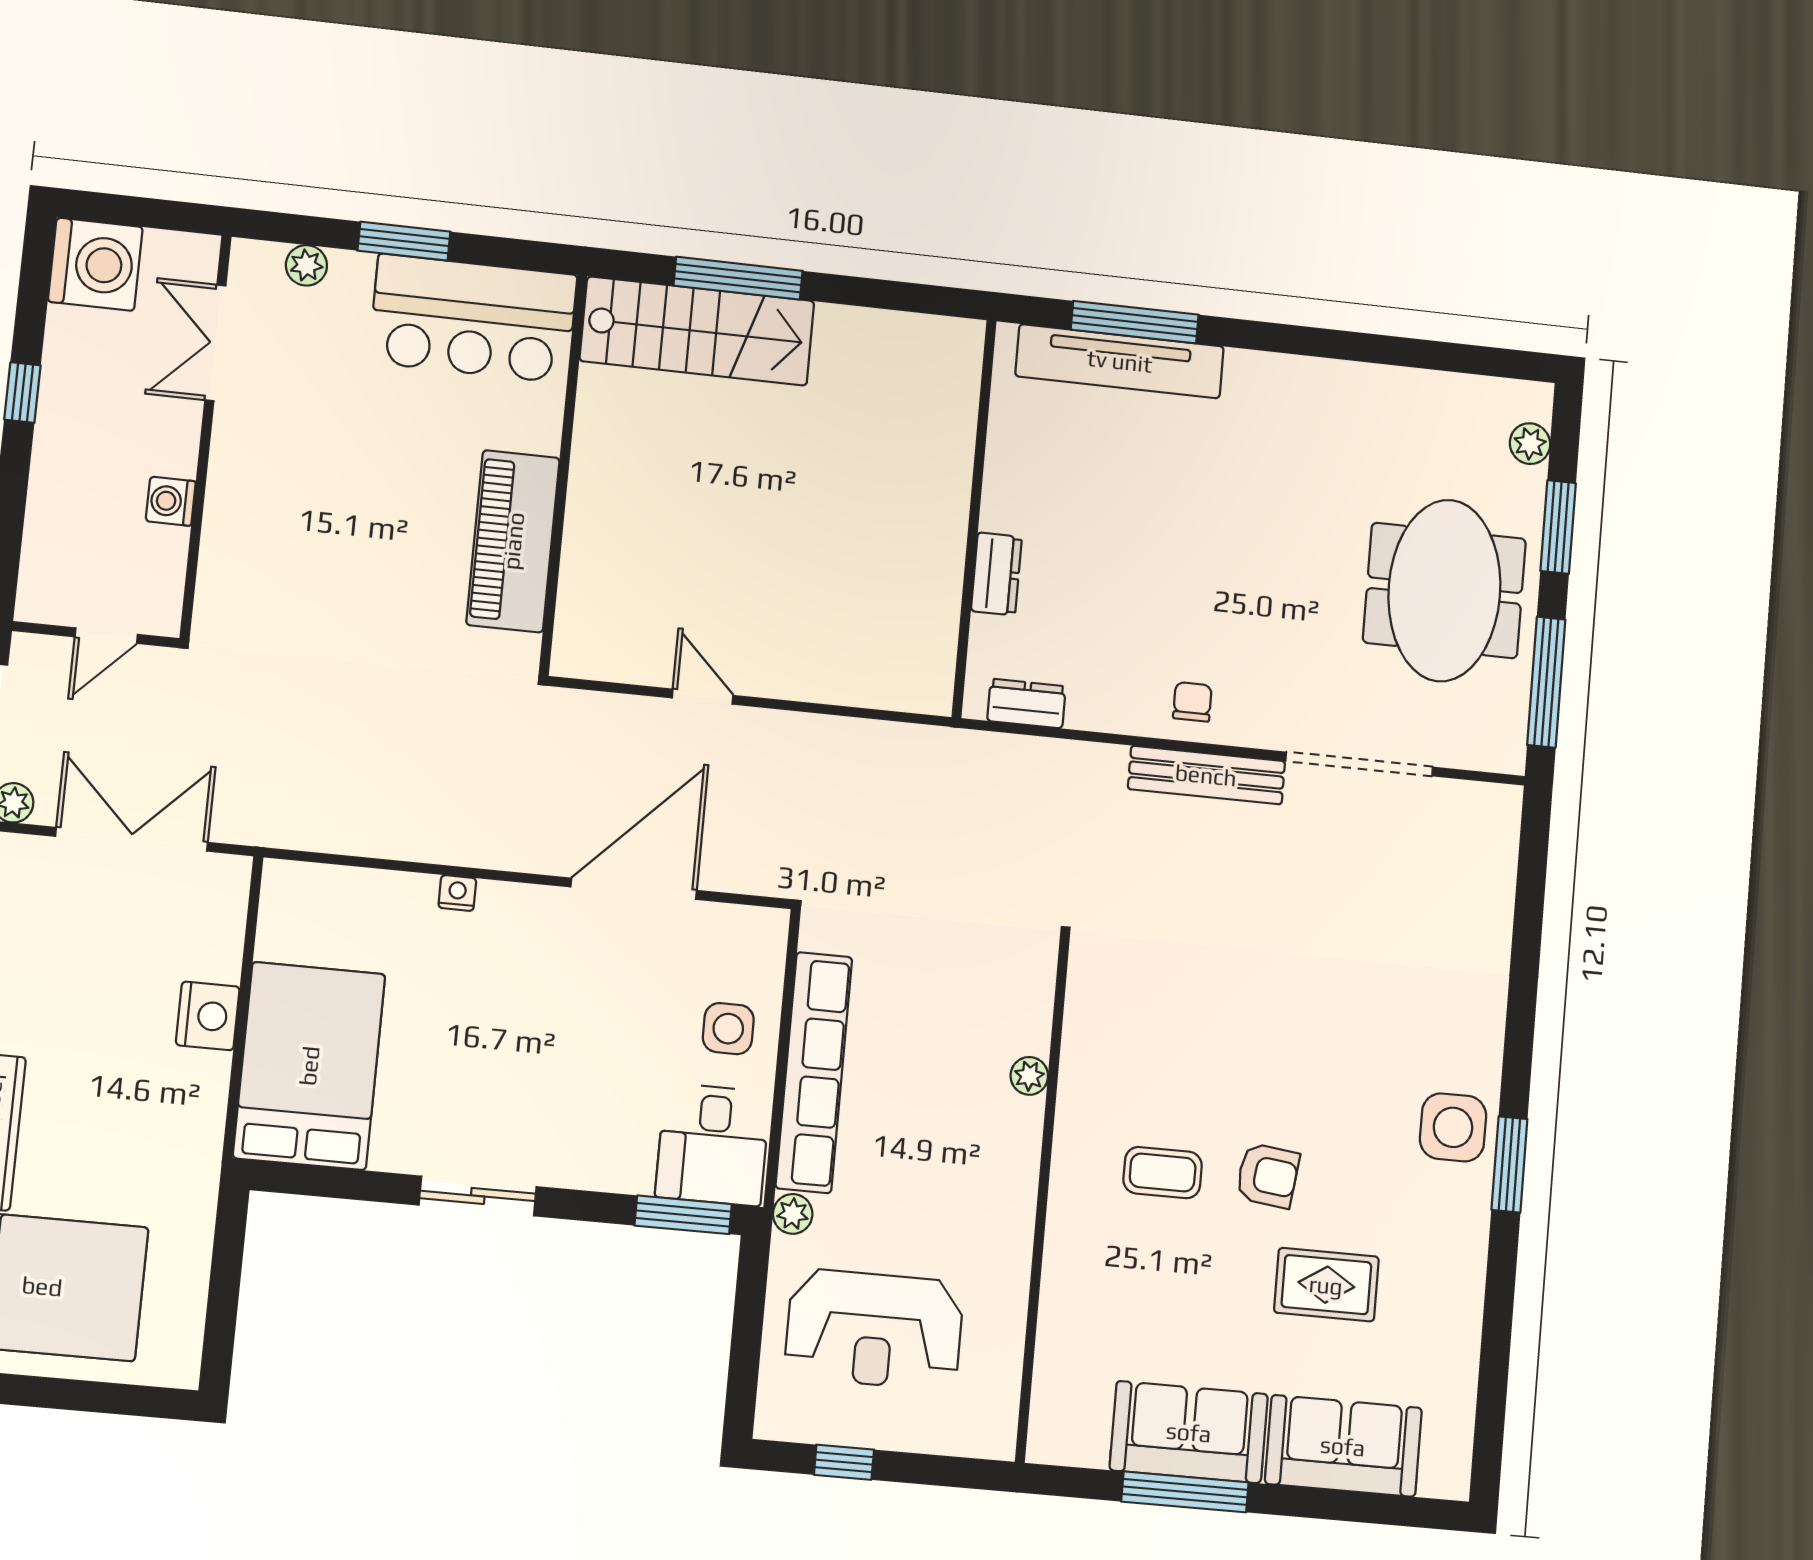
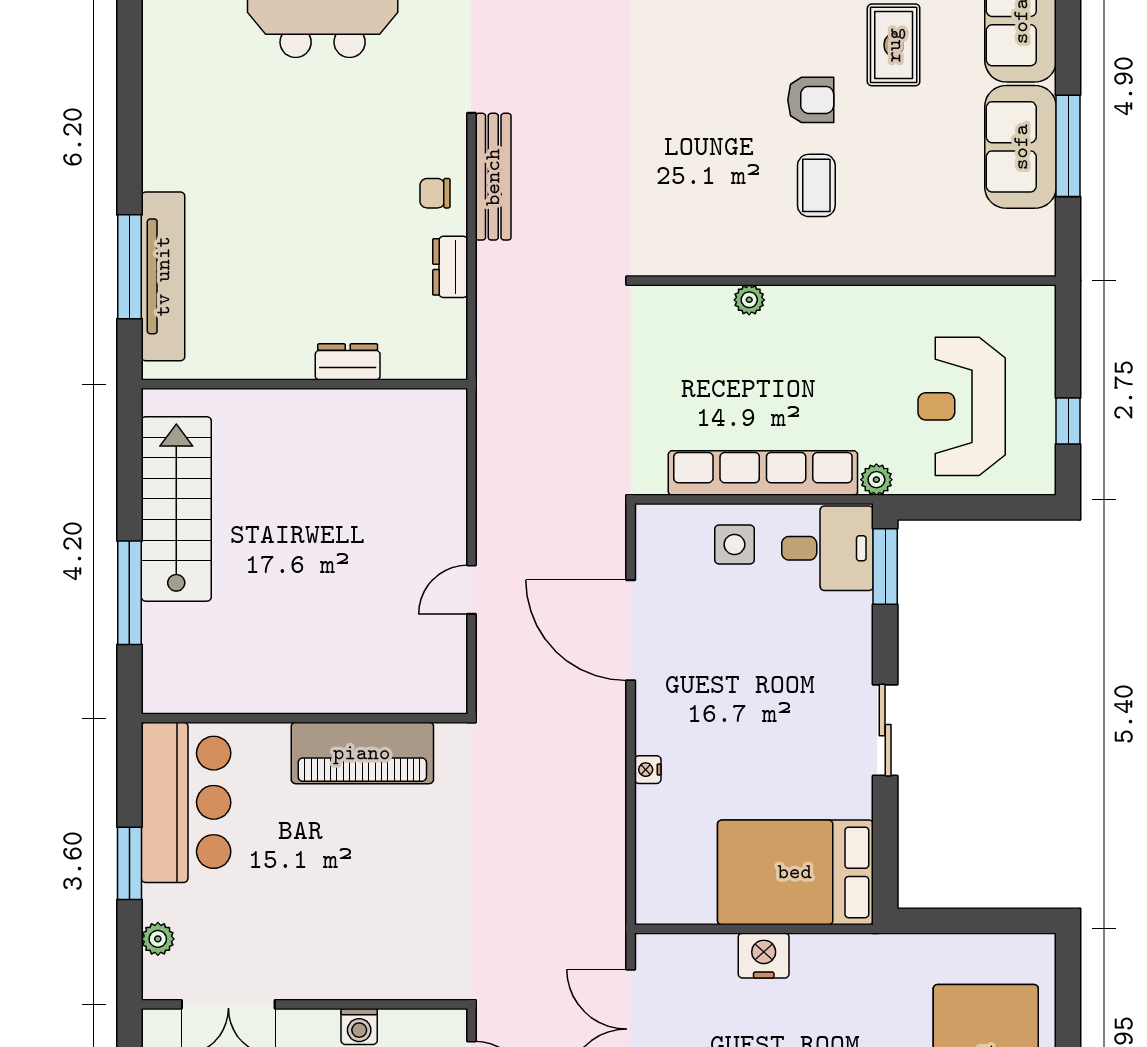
stairs: (697, 331) -> (176, 509), moved
dresser: (1026, 704) -> (450, 267), moved
armchair: (1268, 1175) -> (811, 100), turned 83
reception desk: (874, 1329) -> (962, 406), turned 180

